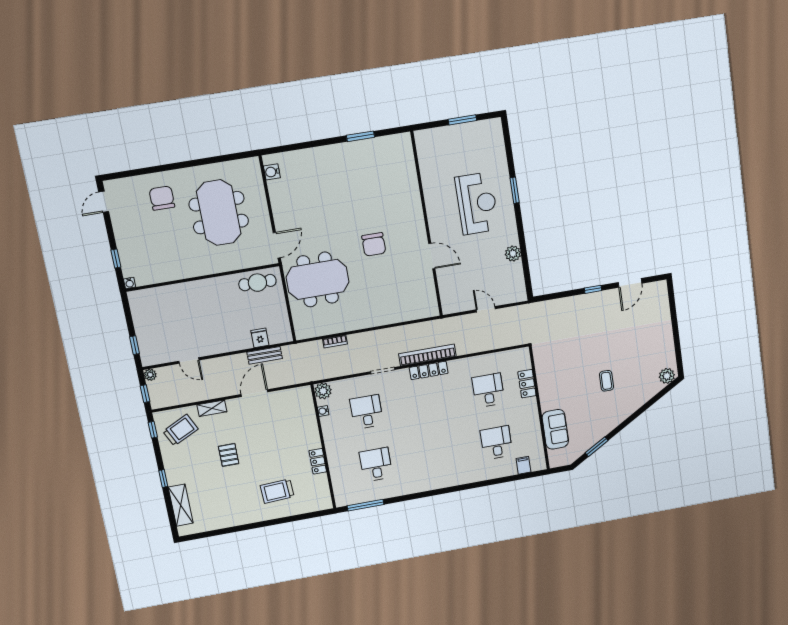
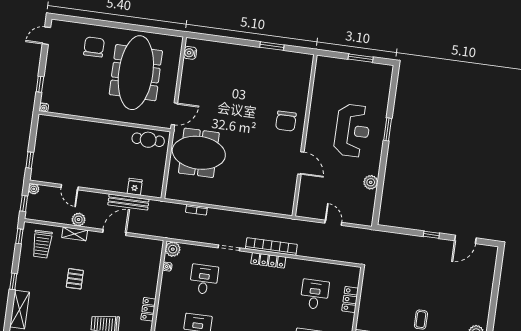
meeting table: (219, 213) -> (136, 73), width x1.36
chair: (374, 244) -> (286, 121), moved
bench: (265, 355) -> (128, 202), width x1.36
plant: (211, 392) -> (79, 220), added
trolley: (180, 430) -> (42, 244), turned 116

